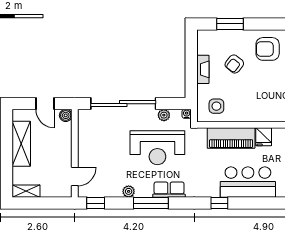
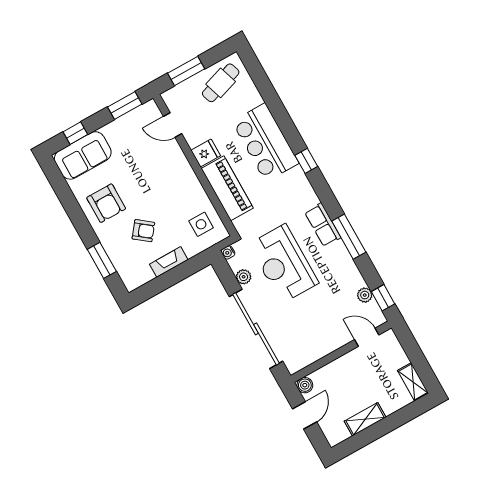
shelving: (21, 144) -> (365, 419), width x0.67, depth x0.75
reception desk: (157, 148) -> (284, 264), turned 180
plant: (129, 191) -> (365, 295), moved

